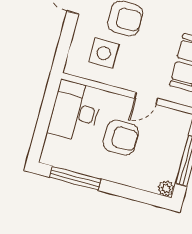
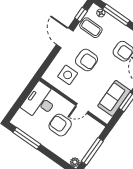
armchair: (121, 138) -> (60, 125), turned 180

